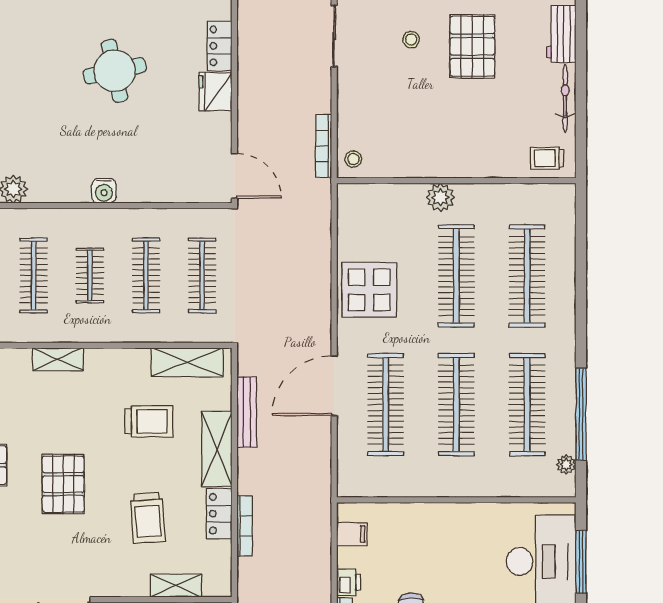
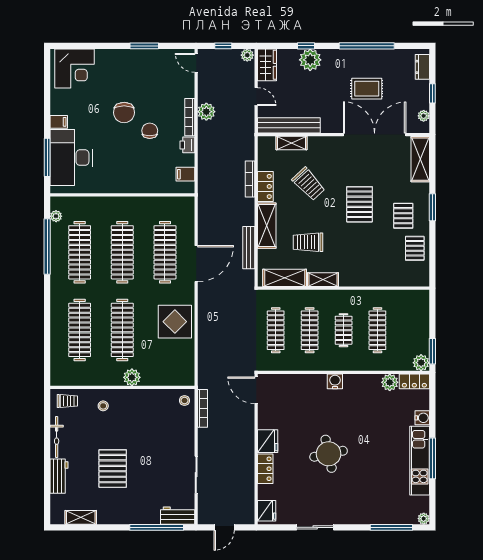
stool: (411, 40) -> (103, 406), moved
shelving: (58, 359) -> (323, 280), moved
trolley: (148, 518) -> (309, 184), turned 141

